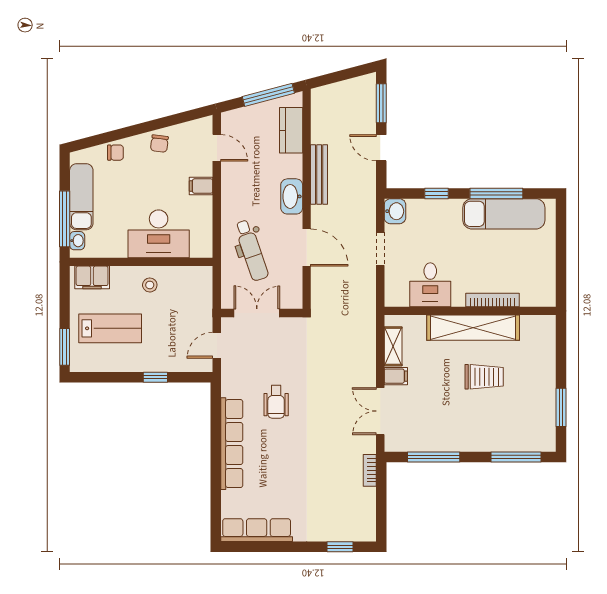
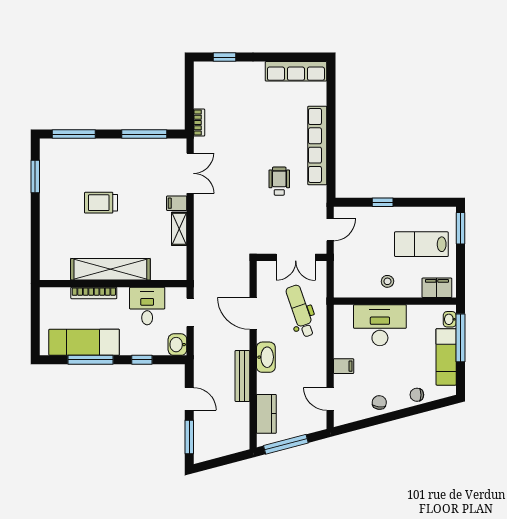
desk: (430, 285) -> (147, 306), moved
bookcase: (492, 300) -> (94, 293), moved
wall: (470, 311) -> (113, 284), moved
shelving: (473, 328) -> (110, 269), moved

